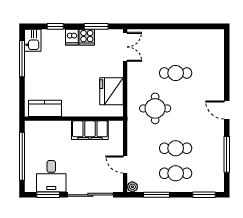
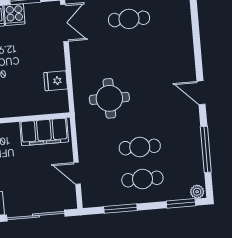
cafe table: (176, 73) -> (129, 19), moved
fridge: (111, 91) -> (56, 81), width x0.53, depth x0.75
filing cabinet: (90, 130) -> (44, 132), moved
plant: (132, 187) -> (197, 192), moved

